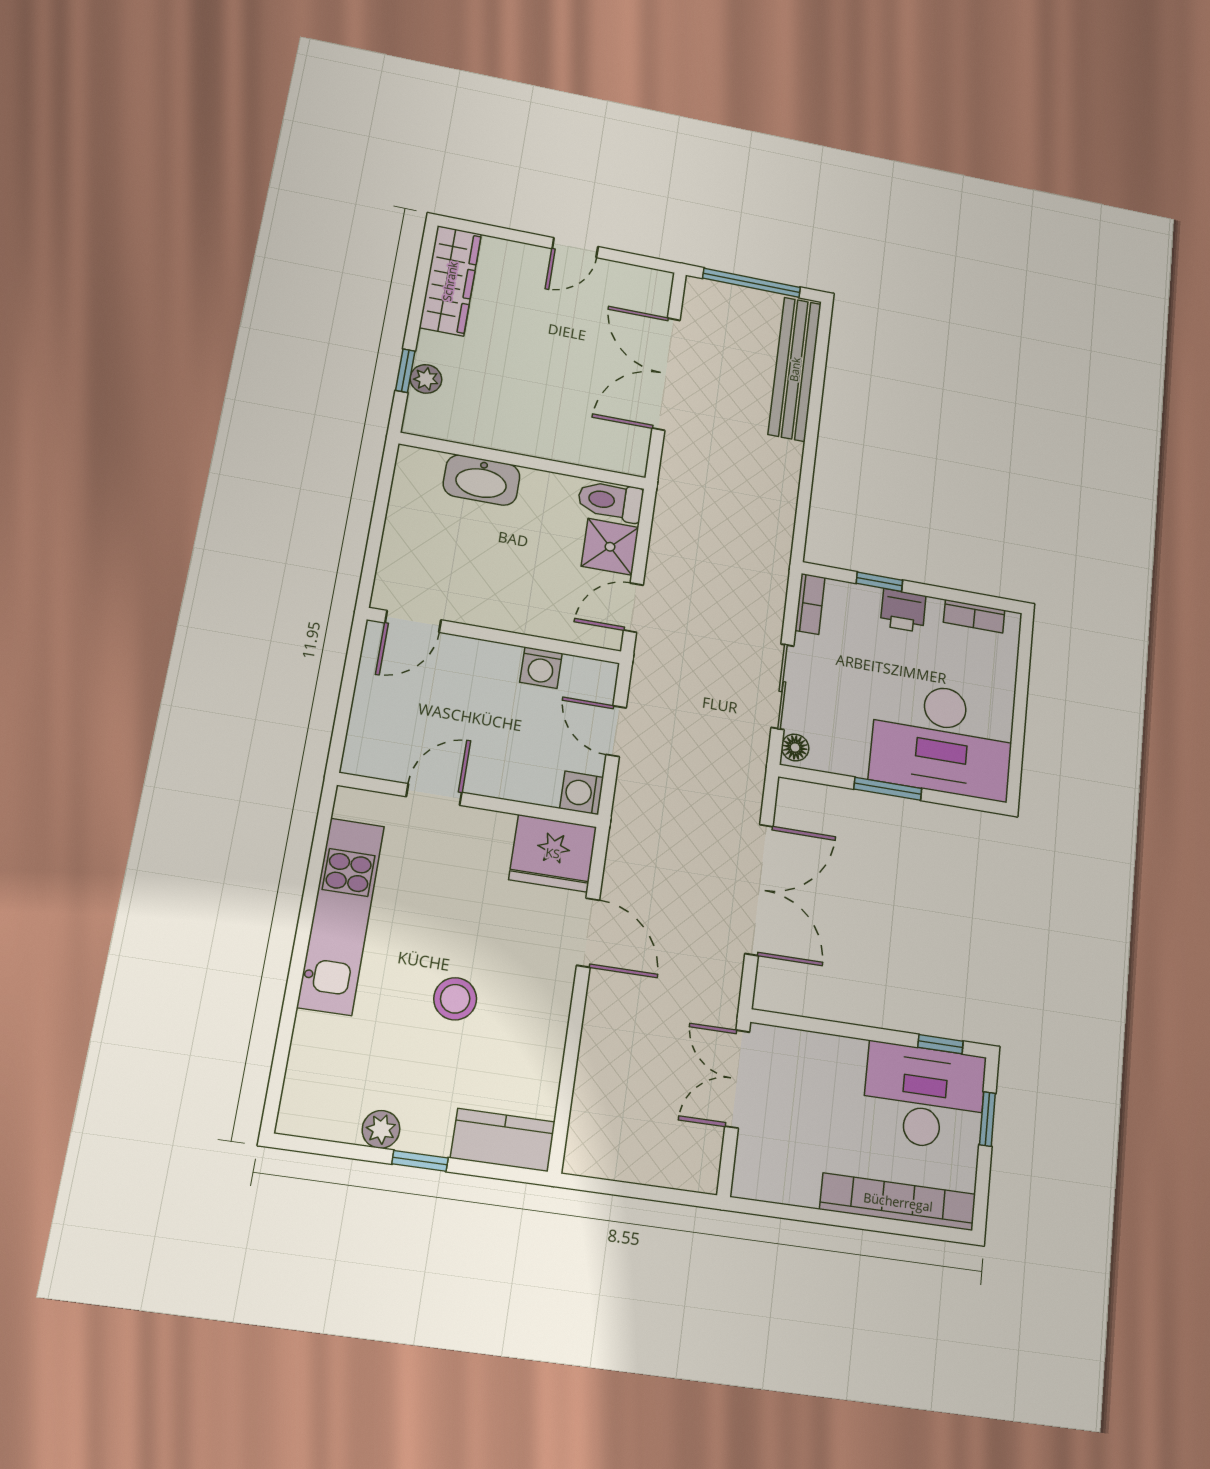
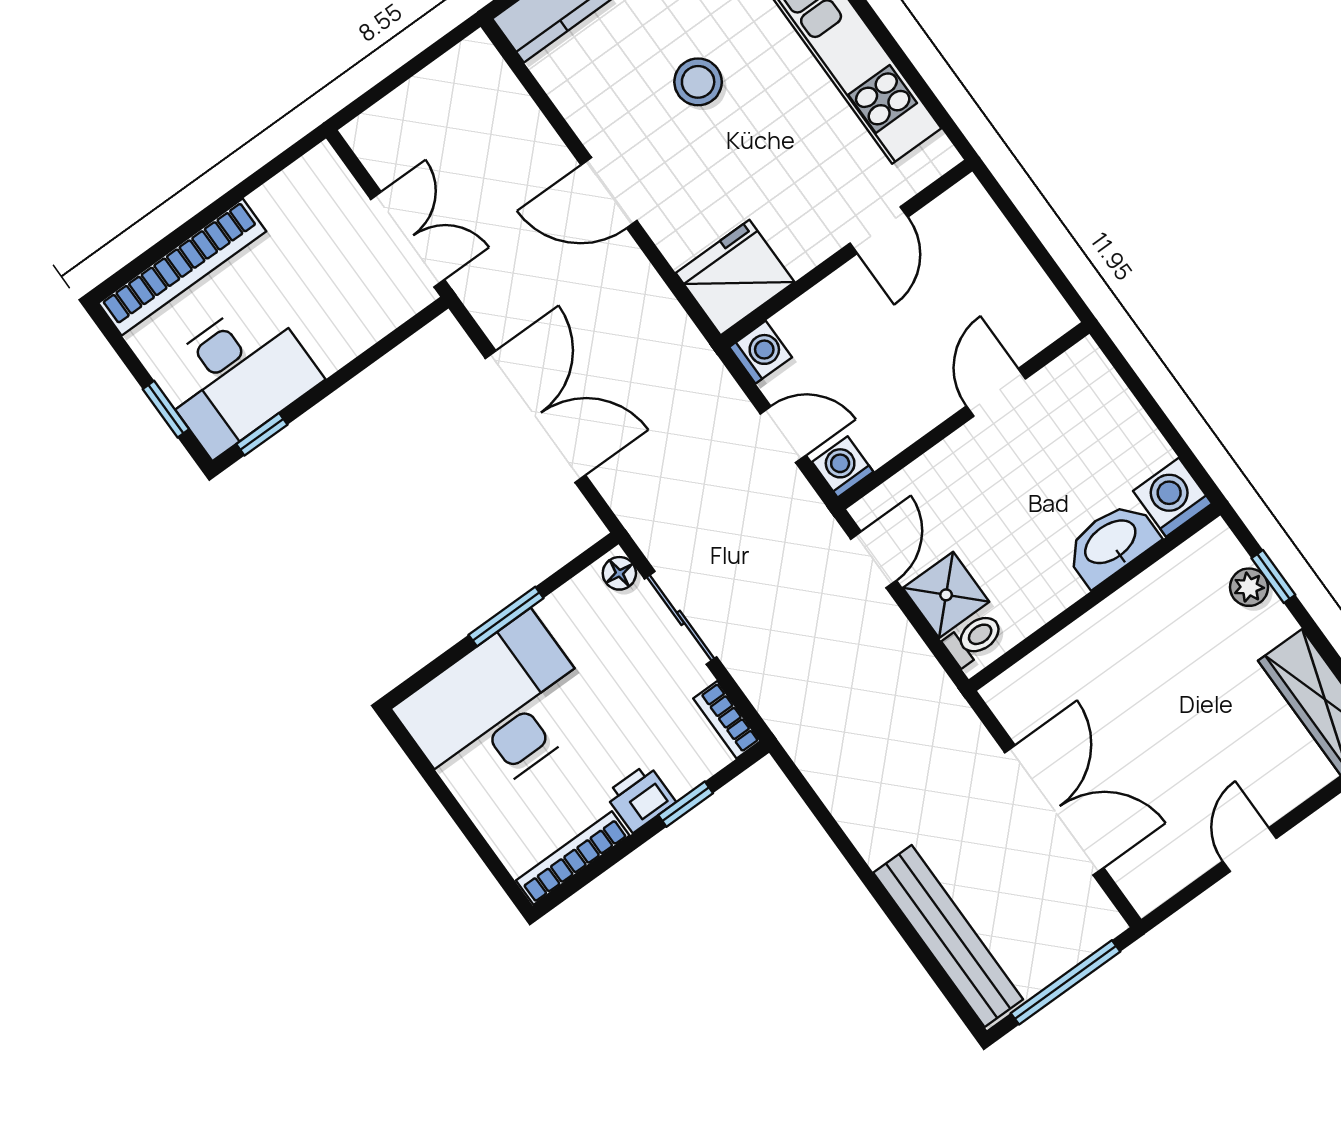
washing machine: (418, 470) -> (1172, 497), added
toilet: (610, 501) -> (974, 639), width x0.73, depth x0.72
bookcase: (974, 616) -> (573, 858), width x1.56
door: (413, 621) -> (996, 392), moved
washing machine: (541, 668) -> (843, 467), moved
double door: (759, 890) -> (535, 417), swing flipped
door: (588, 933) -> (609, 193), moved

